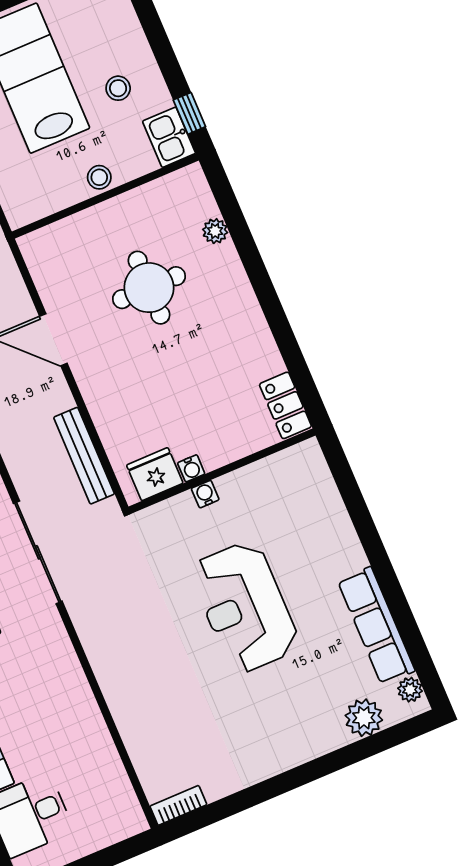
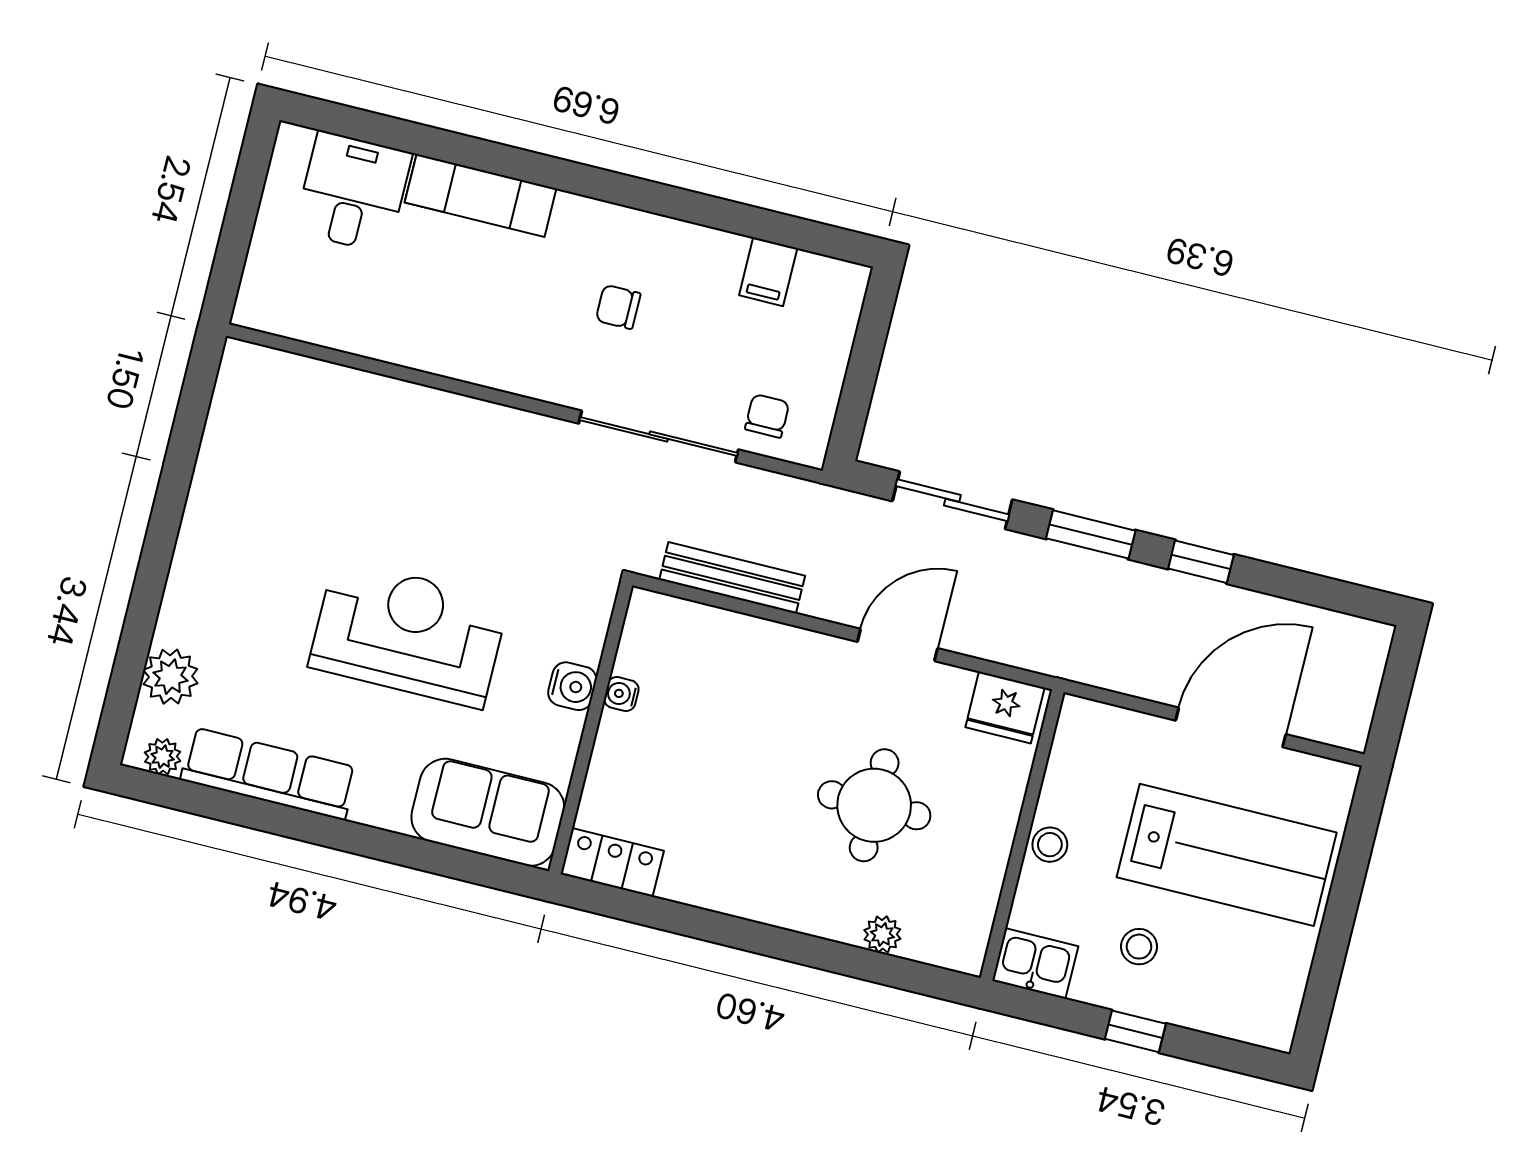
window: (189, 113) -> (1135, 1031), moved
fridge: (155, 474) -> (1005, 707), moved, turned 90
sofa: (309, 492) -> (488, 812), added
water cooler: (205, 494) -> (572, 686), width x1.38, depth x1.38
bookcase: (178, 805) -> (232, 378), removed

